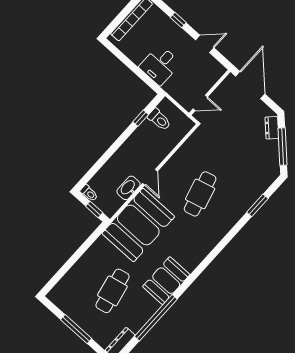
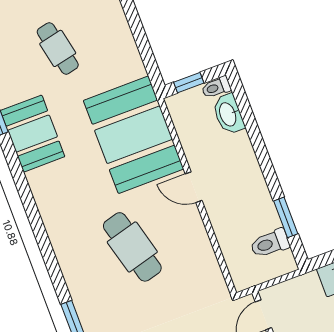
window: (141, 118) -> (286, 217), width x1.50
washbasin: (128, 188) -> (228, 114), moved, turned 180
cafe table: (112, 291) -> (58, 48), width x0.73, depth x0.74

